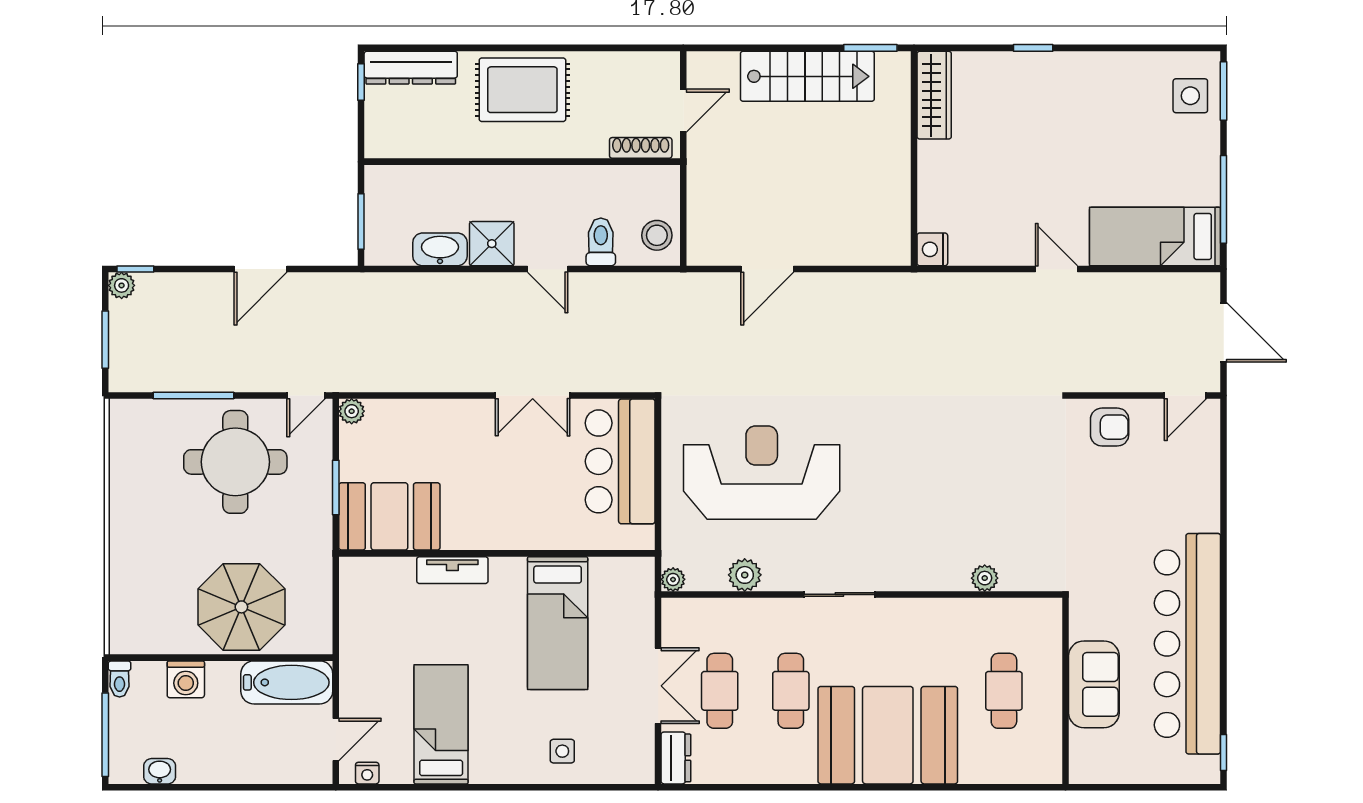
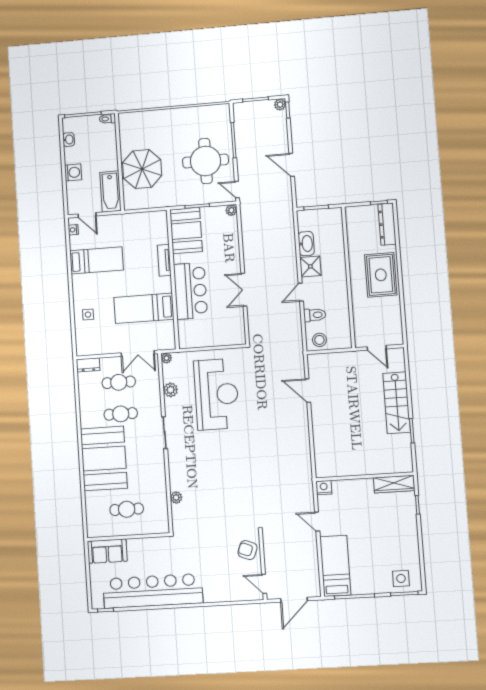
wardrobe: (934, 95) -> (394, 484), moved
shoe rack: (641, 148) -> (358, 330), removed
wall: (914, 158) -> (364, 477), moved
nightstand: (932, 249) -> (324, 488), moved
door: (1056, 269) -> (317, 522), swing flipped
armchair: (1110, 427) -> (247, 550), turned 111
bar counter: (620, 461) -> (190, 291), moved, turned 90
washing machine: (186, 679) -> (73, 172), moved, turned 180
sofa: (1094, 684) -> (107, 551), moved
double door: (658, 686) -> (138, 353), moved

